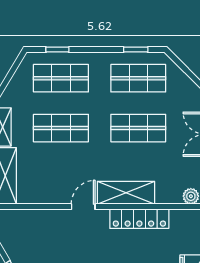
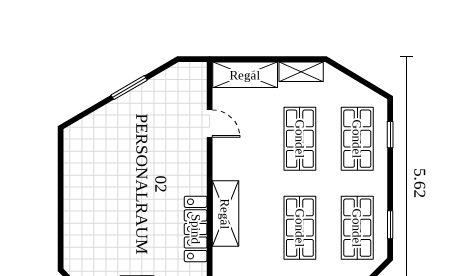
door: (83, 207) -> (210, 124), moved

